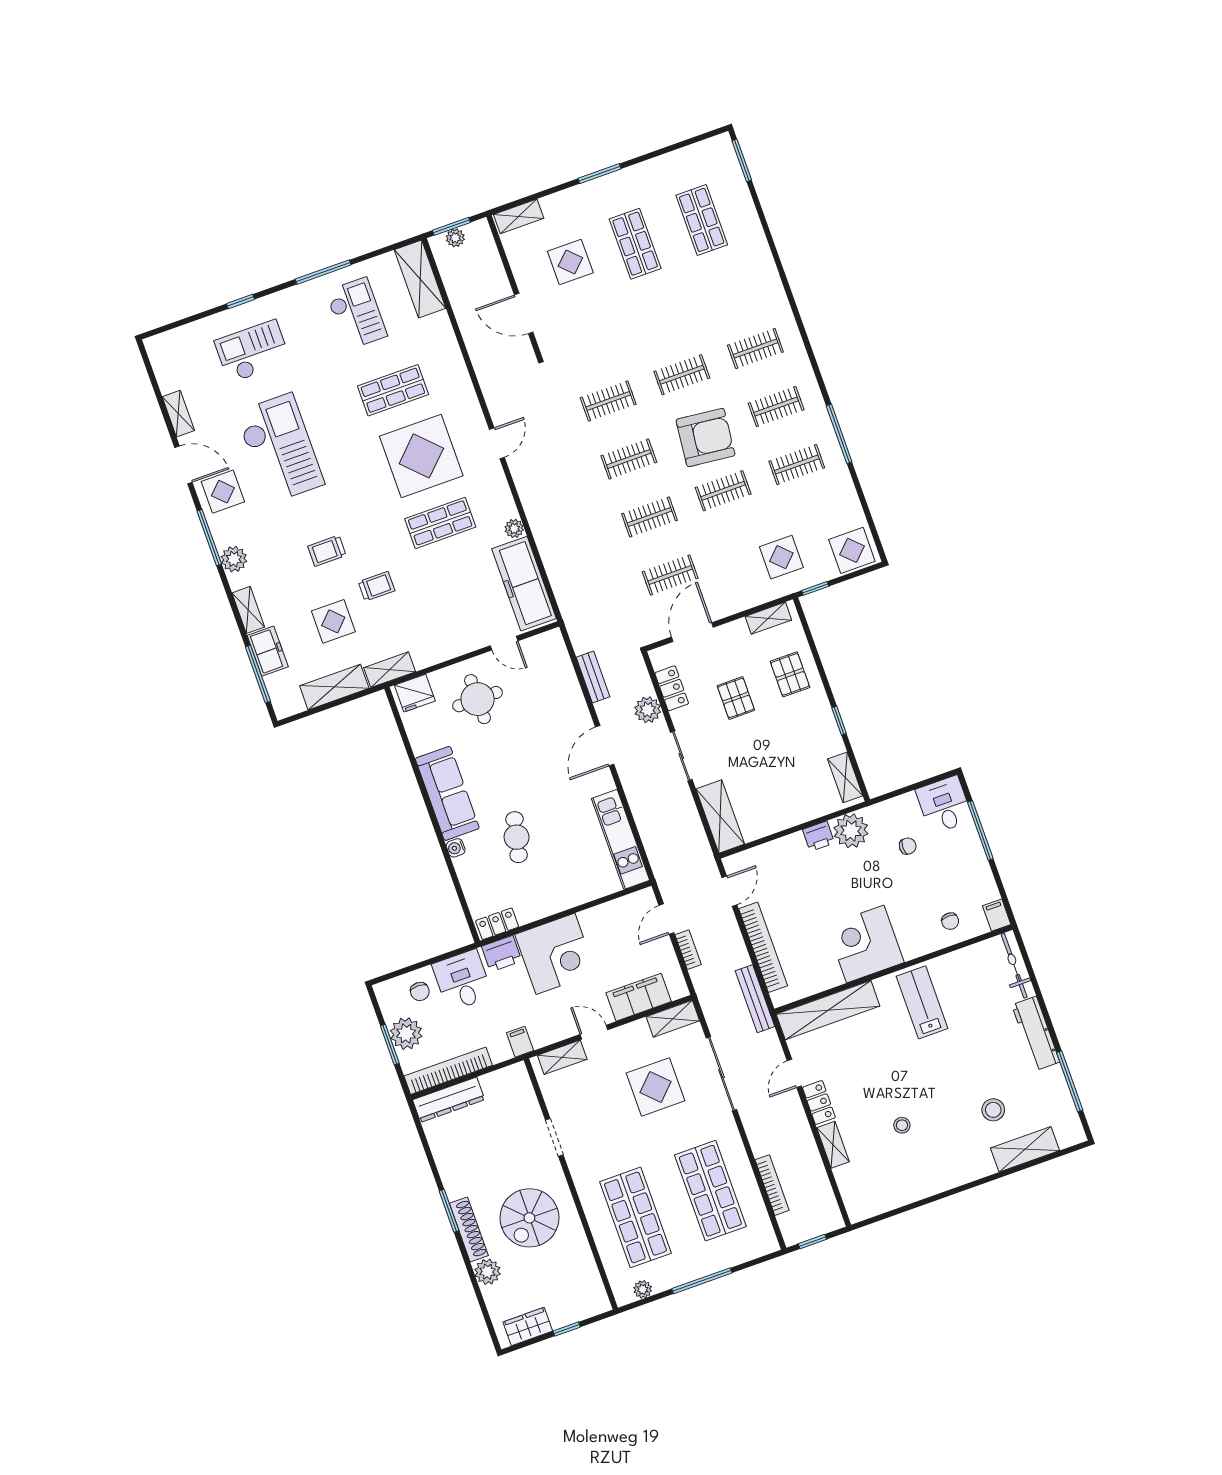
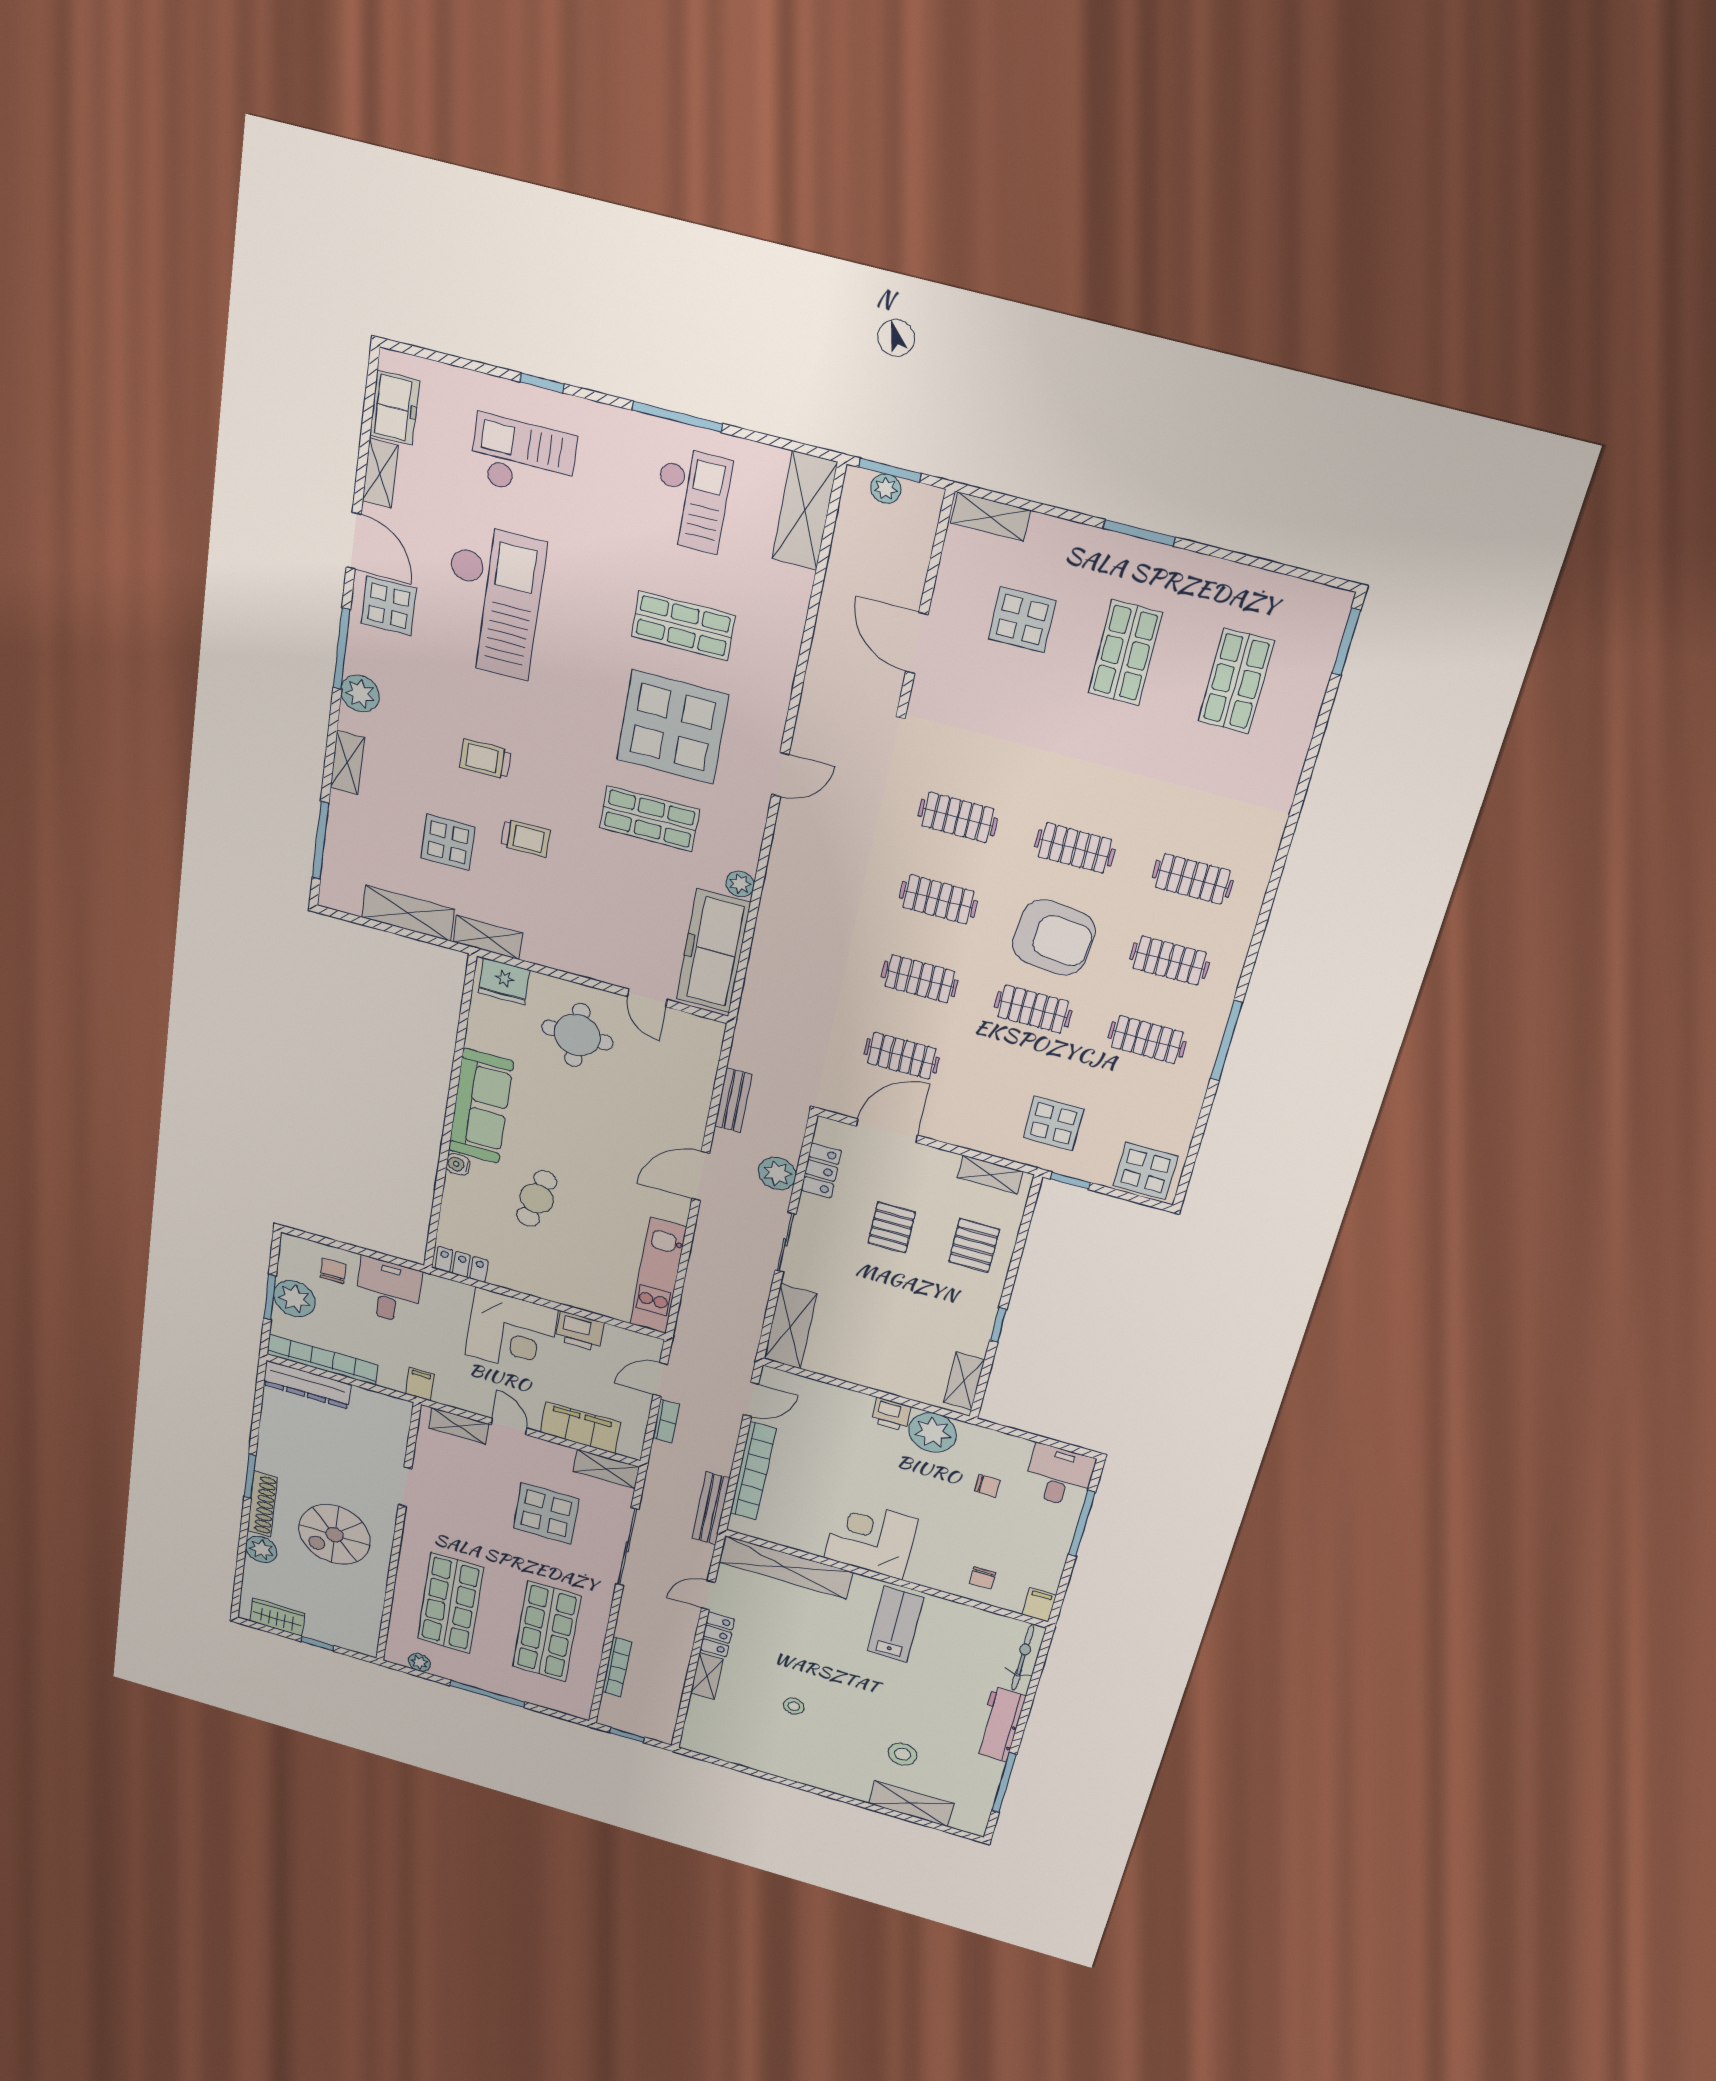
freezer: (268, 651) -> (395, 408), moved
printer: (502, 954) -> (580, 1331), moved
chair: (420, 991) -> (333, 1271), turned 180

